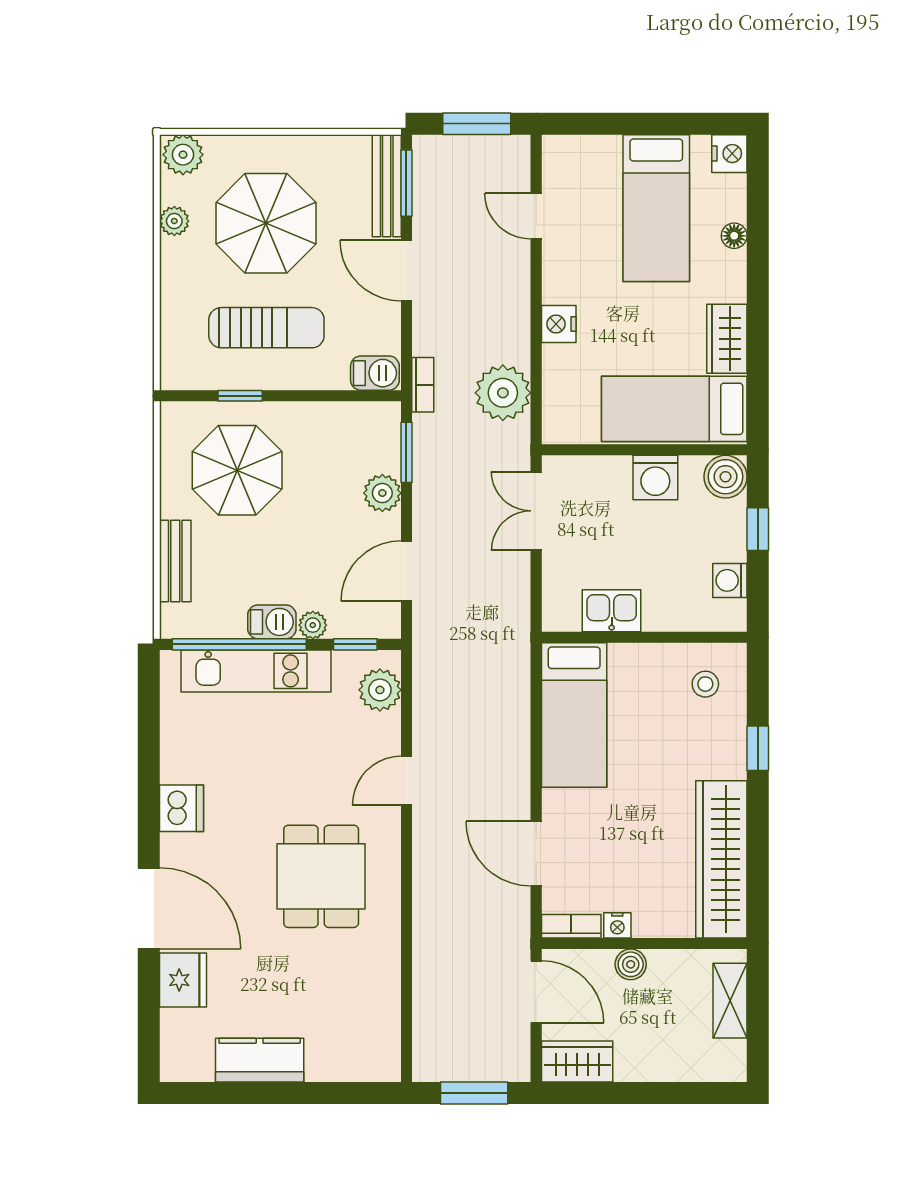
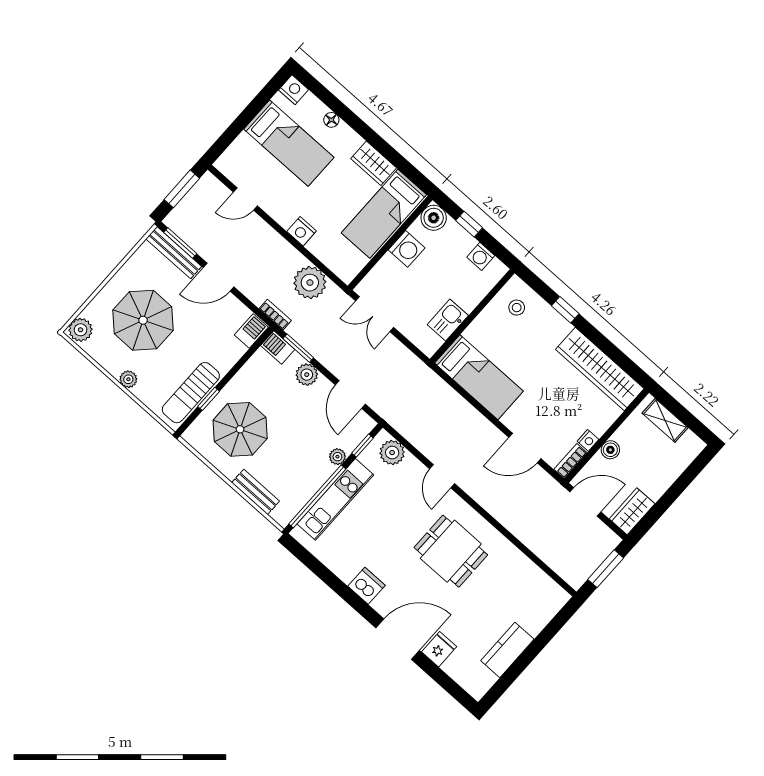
plant: (174, 221) -> (128, 379), moved
sun lounger: (266, 328) -> (191, 393), moved, turned 180
barbecue: (272, 622) -> (278, 347), moved, turned -90
fridge: (183, 980) -> (439, 649), width x0.72

